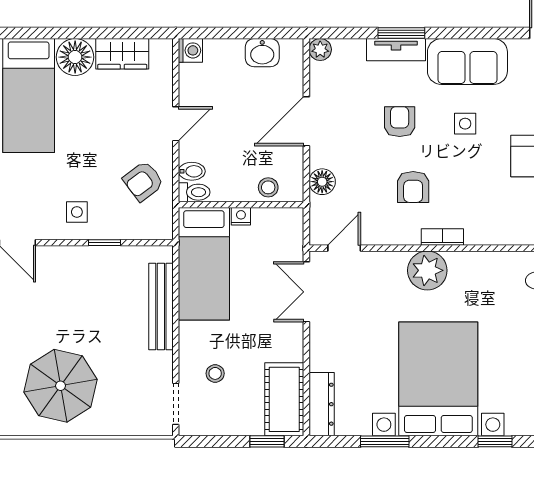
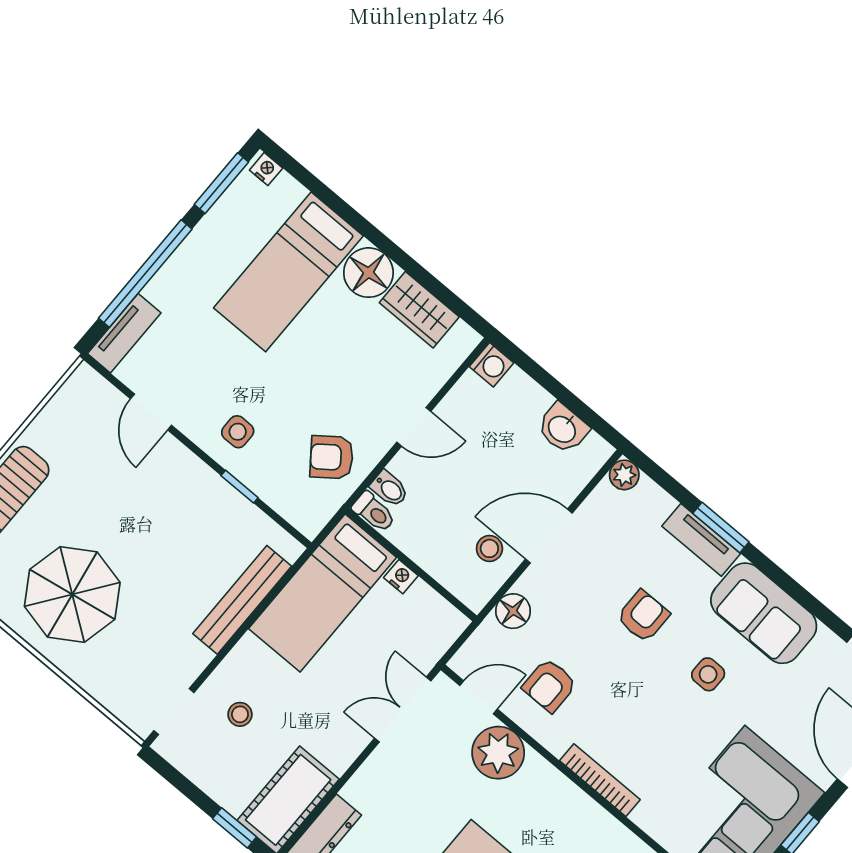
stool: (268, 187) -> (489, 548), moved
armchair: (413, 187) -> (550, 685), moved
bookcase: (442, 237) -> (600, 780), width x1.56
plant: (427, 270) -> (498, 753), moved

